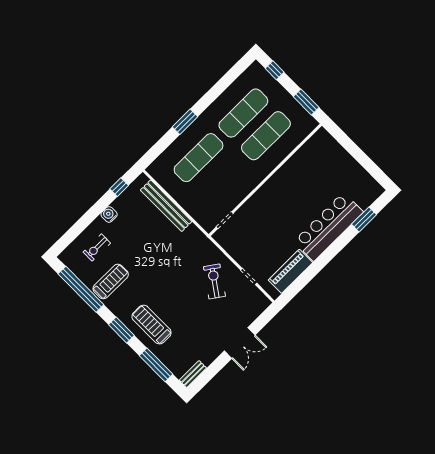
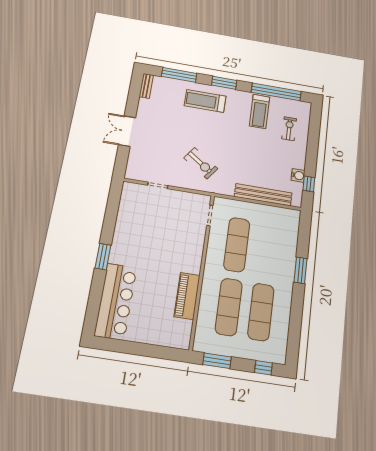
exercise mat: (199, 158) -> (237, 245), moved
water cooler: (109, 215) -> (298, 175), moved
window: (364, 219) -> (103, 257), moved
bar counter: (329, 227) -> (116, 301), moved
piano: (290, 271) -> (187, 296), moved, turned 180
exercise bike: (214, 281) -> (201, 163), moved
treadmill: (152, 325) -> (205, 101), turned 180

